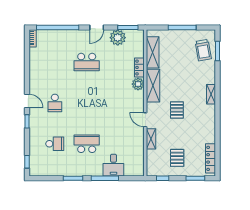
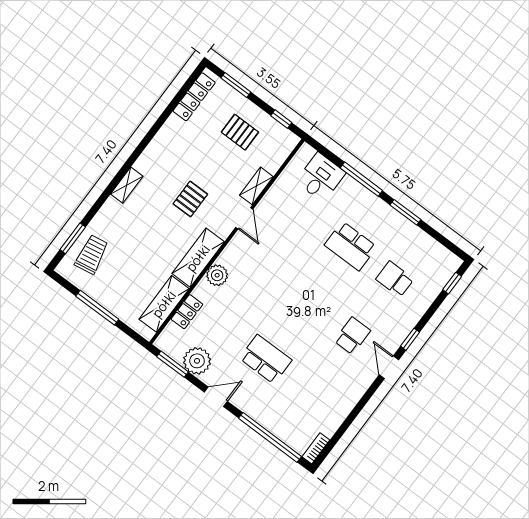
locker: (139, 67) -> (187, 312), moved
pallet: (177, 158) -> (240, 132), turned 90
desk: (113, 165) -> (321, 177), moved

